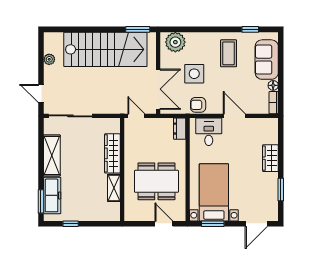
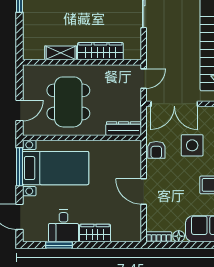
armchair: (198, 105) -> (156, 150), turned 180
door: (234, 116) -> (144, 191), swing flipped
dresser: (180, 129) -> (124, 129), width x1.44
desk: (209, 132) -> (63, 226), moved, turned 90
window: (213, 224) -> (20, 167), width x1.44

